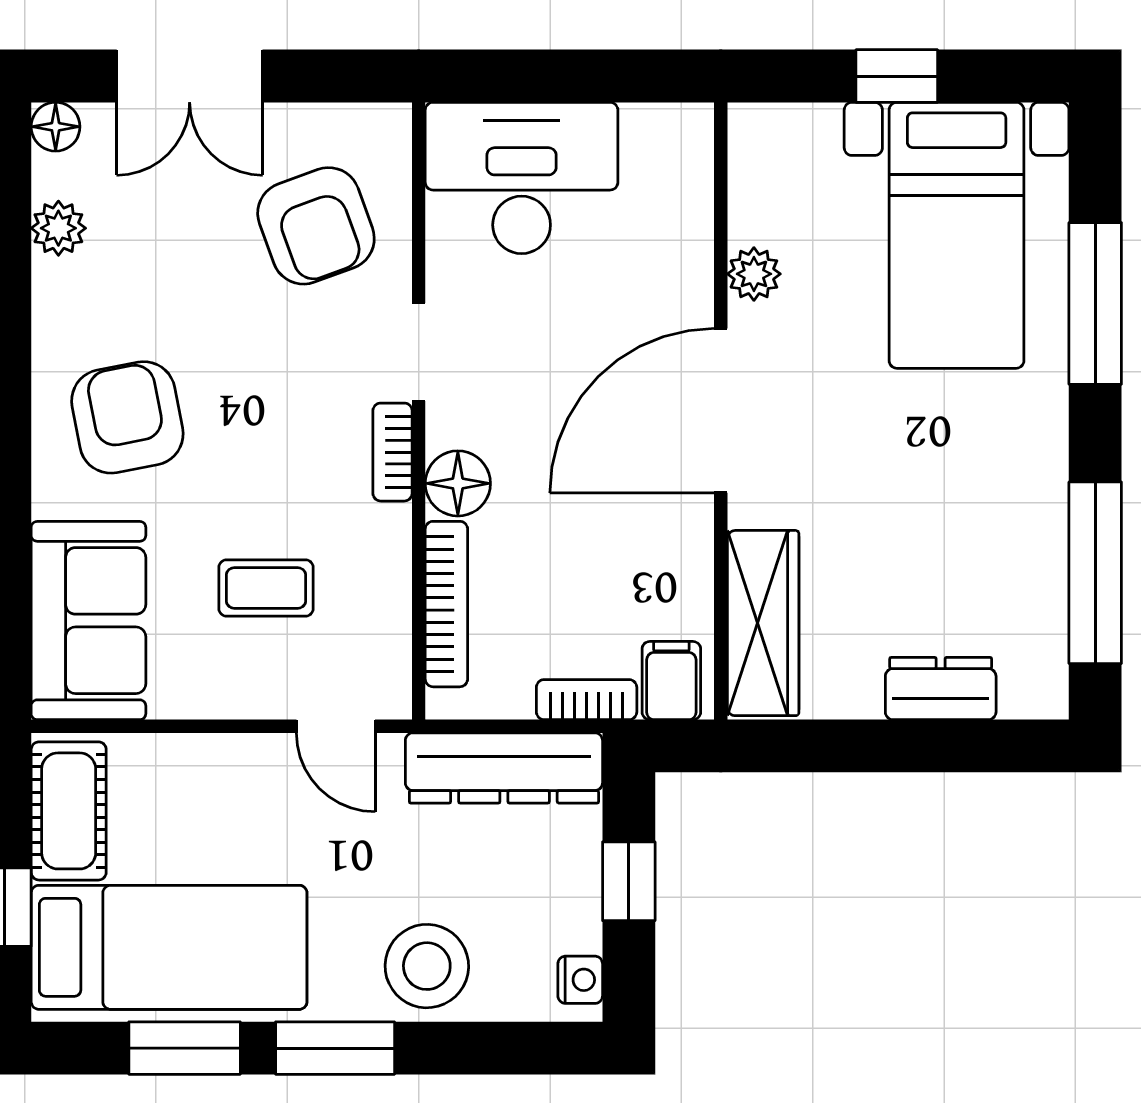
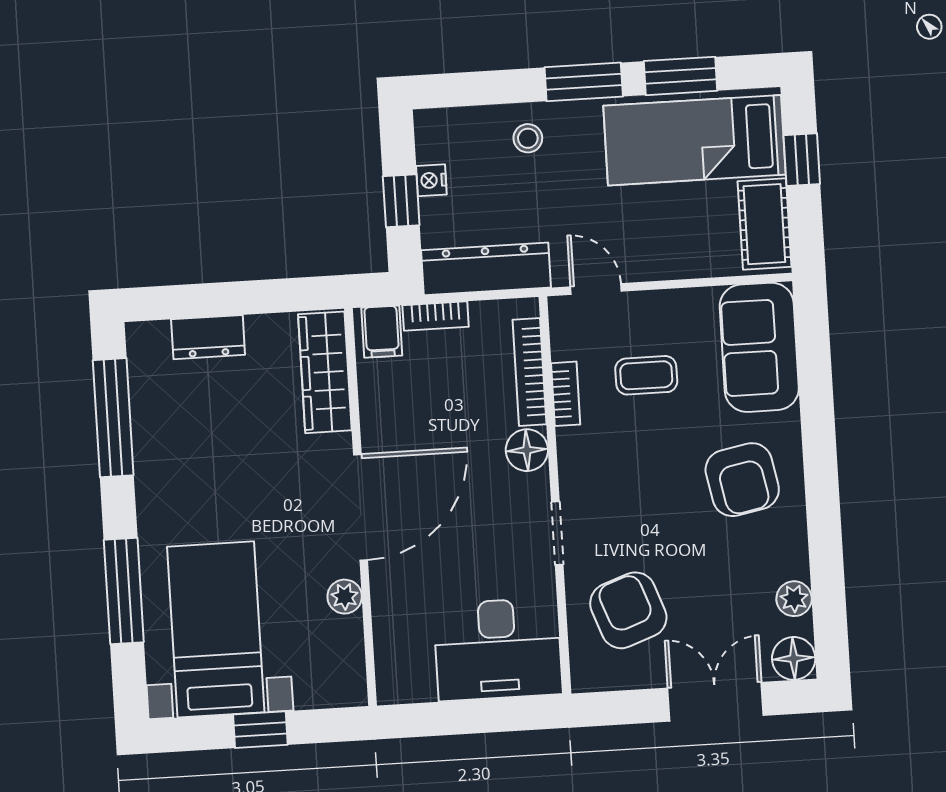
floor lamp: (56, 127) -> (794, 658), width x1.37, depth x1.37
bookcase: (393, 452) -> (566, 394), moved
stool: (427, 966) -> (528, 138), width x0.53, depth x0.53
nightstand: (580, 980) -> (431, 180), moved

